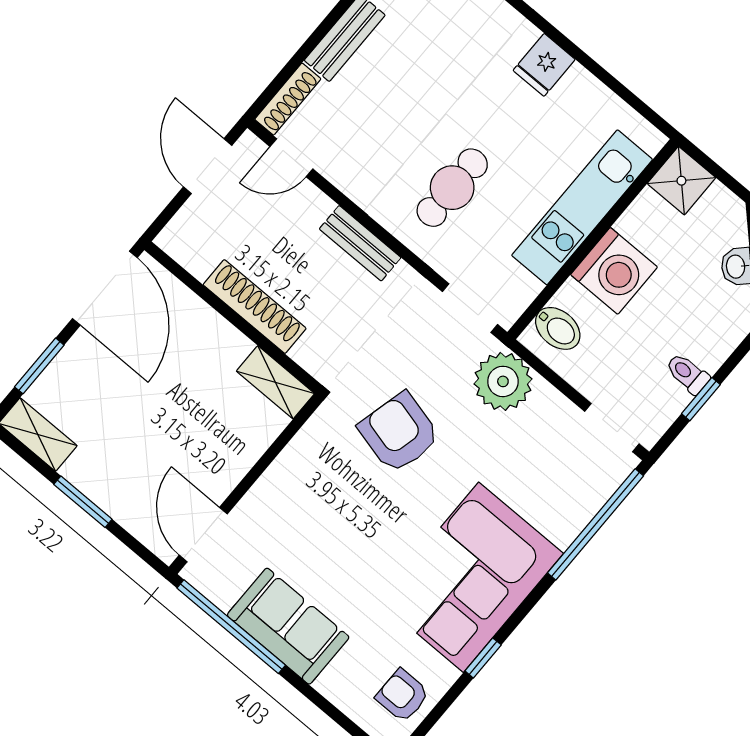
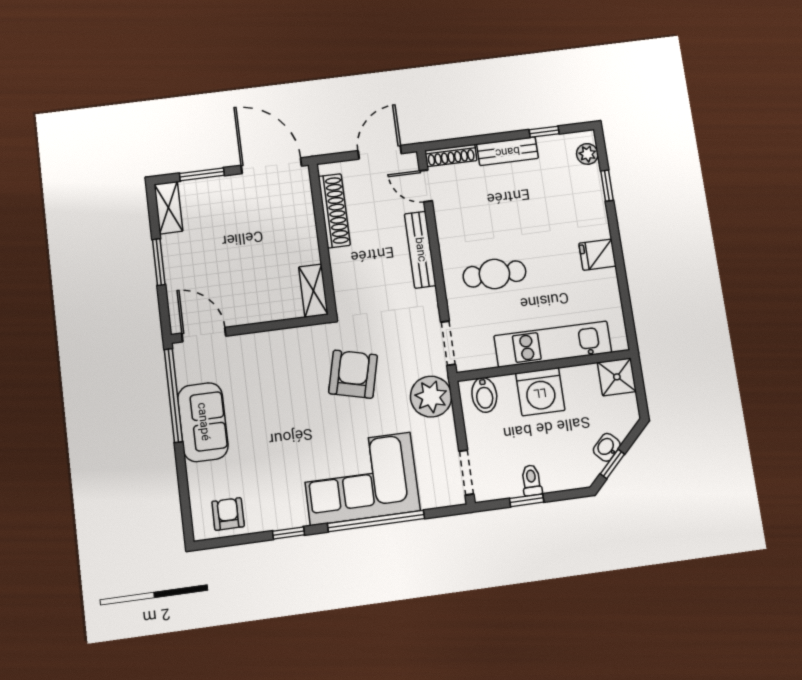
bench: (360, 243) -> (420, 250), width x1.36
door: (105, 288) -> (271, 166), swing flipped
shoe rack: (255, 307) -> (334, 211), moved
window: (596, 524) -> (376, 521), moved
door: (203, 535) -> (204, 335), hinge flipped
corner sofa: (471, 577) -> (360, 479), moved

